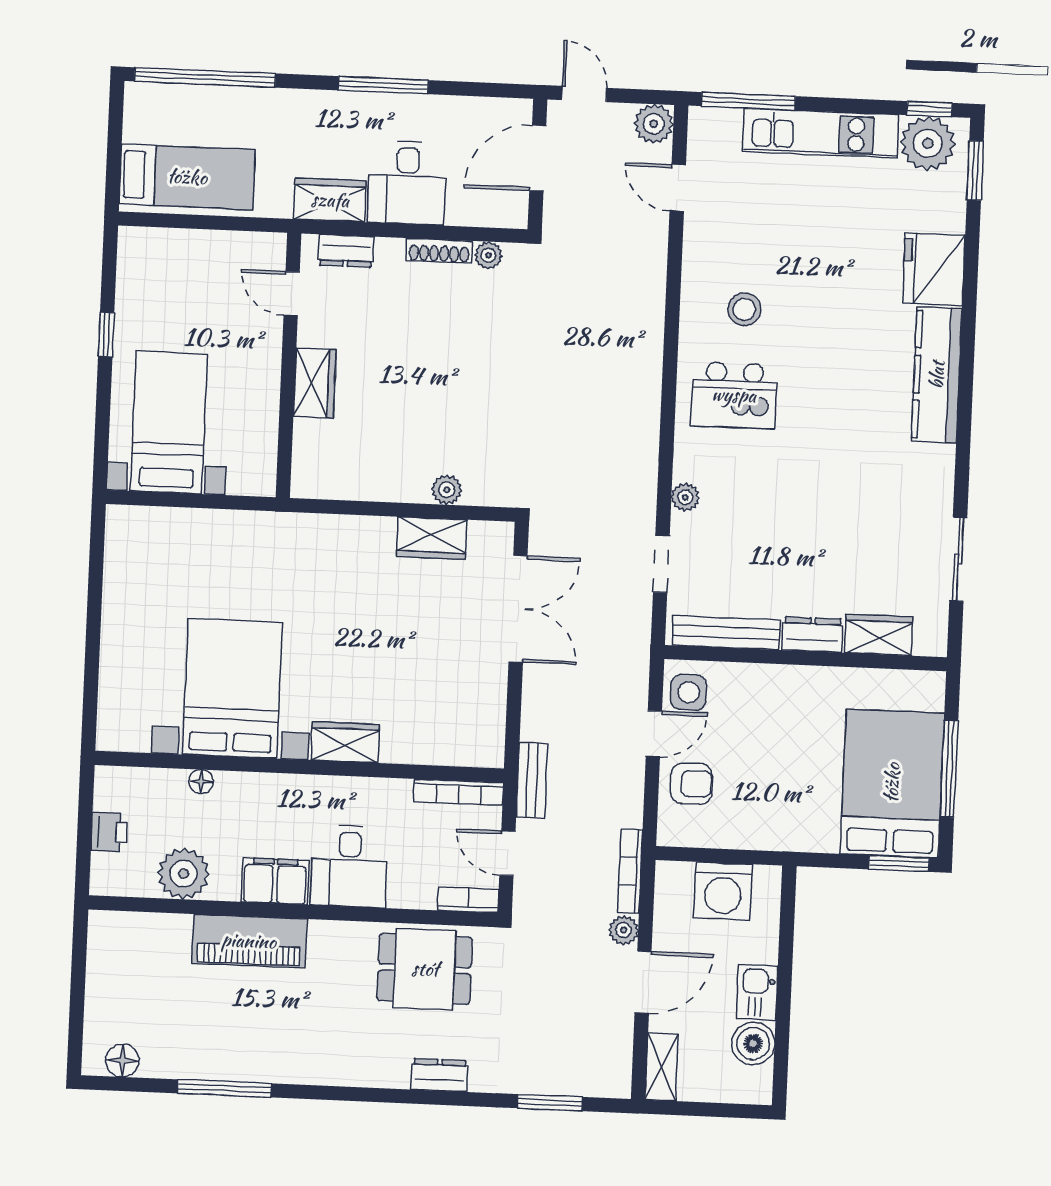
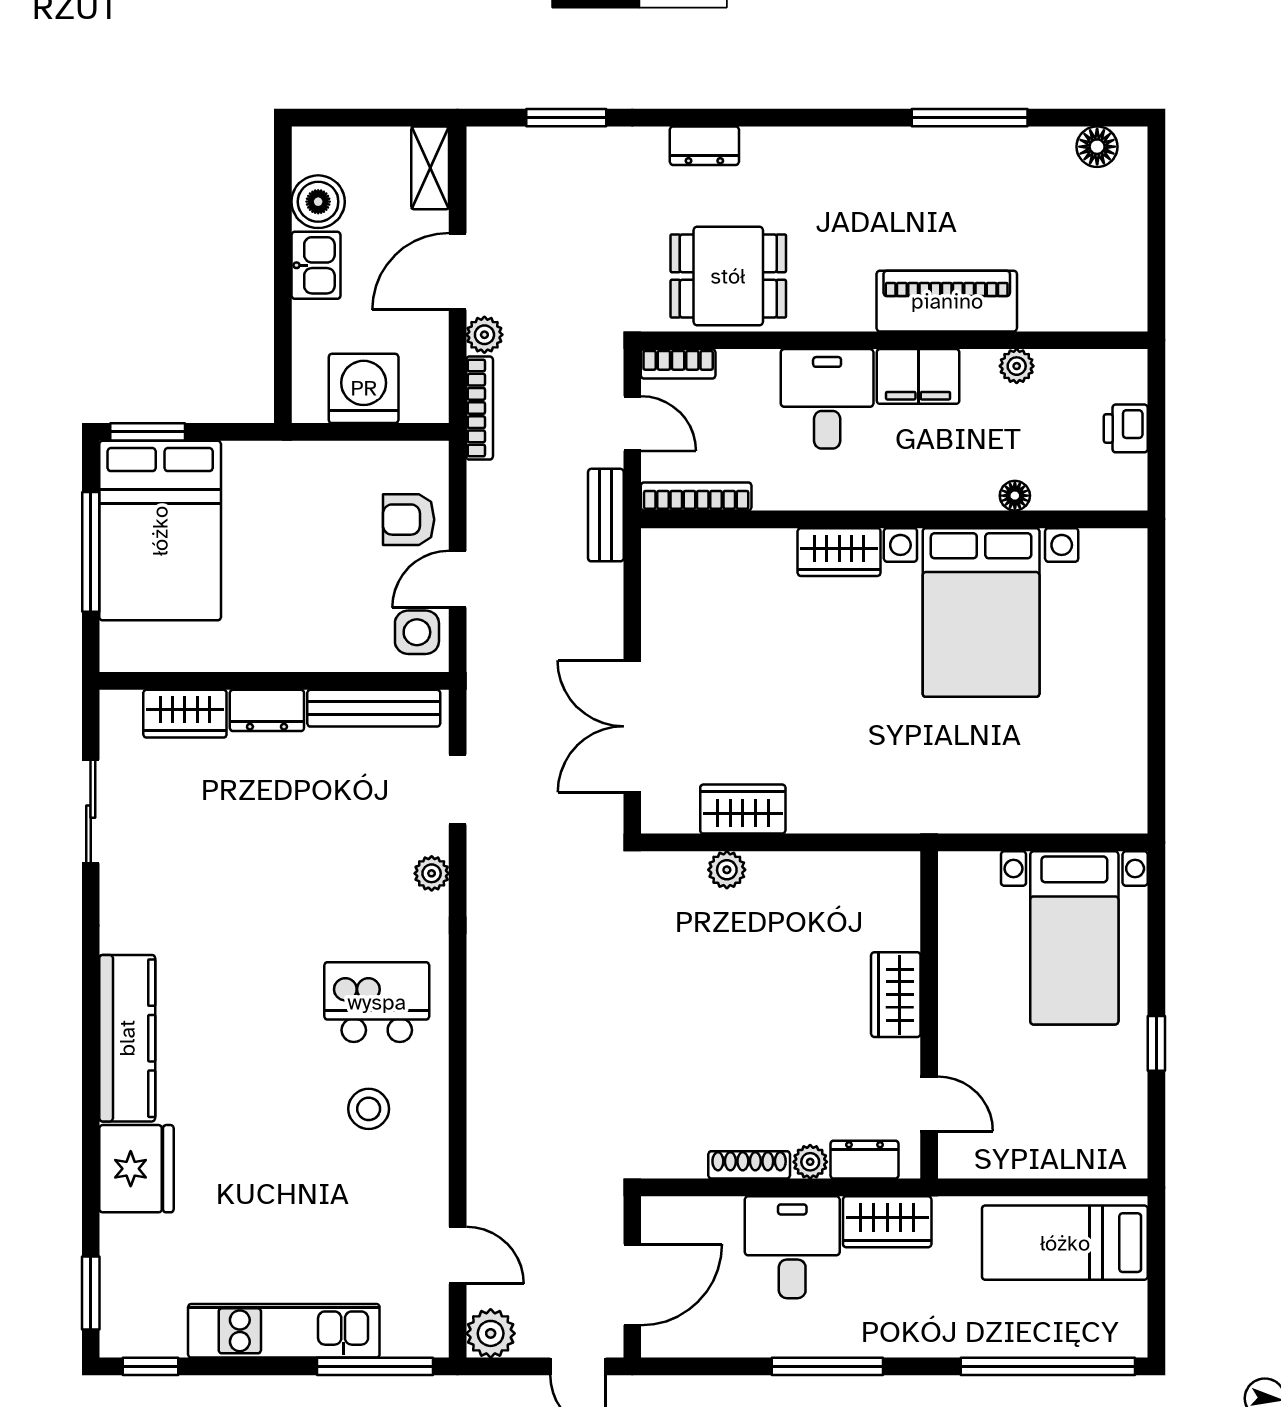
plant: (928, 143) -> (151, 1324), removed
plant: (488, 255) -> (810, 1162), moved
plant: (184, 874) -> (1017, 366), width x0.53, depth x0.53

